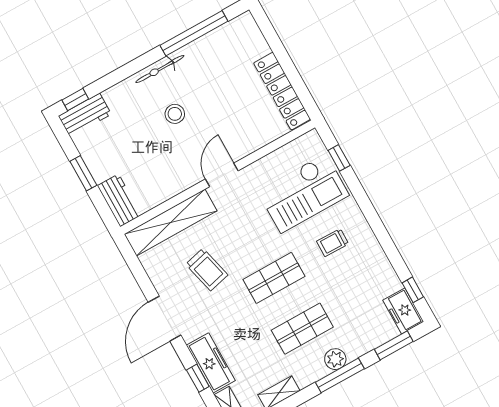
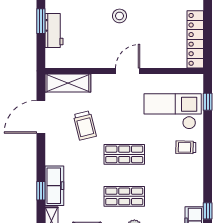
checkout: (303, 193) -> (173, 111), turned 180
workbench: (119, 200) -> (54, 30), moved
shelving: (171, 222) -> (68, 83), width x0.68
trolley: (333, 243) -> (186, 147), moved
door: (165, 319) -> (41, 117), moved

